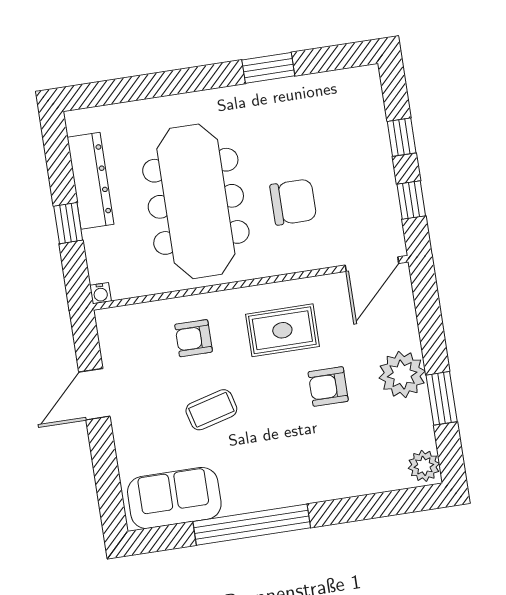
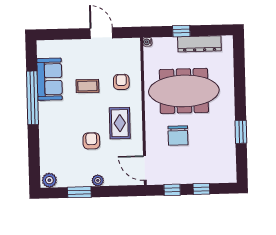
plant: (402, 375) -> (98, 180), width x0.53, depth x0.53
coffee table: (211, 410) -> (87, 86), turned -75
sofa: (174, 498) -> (50, 79), moved

